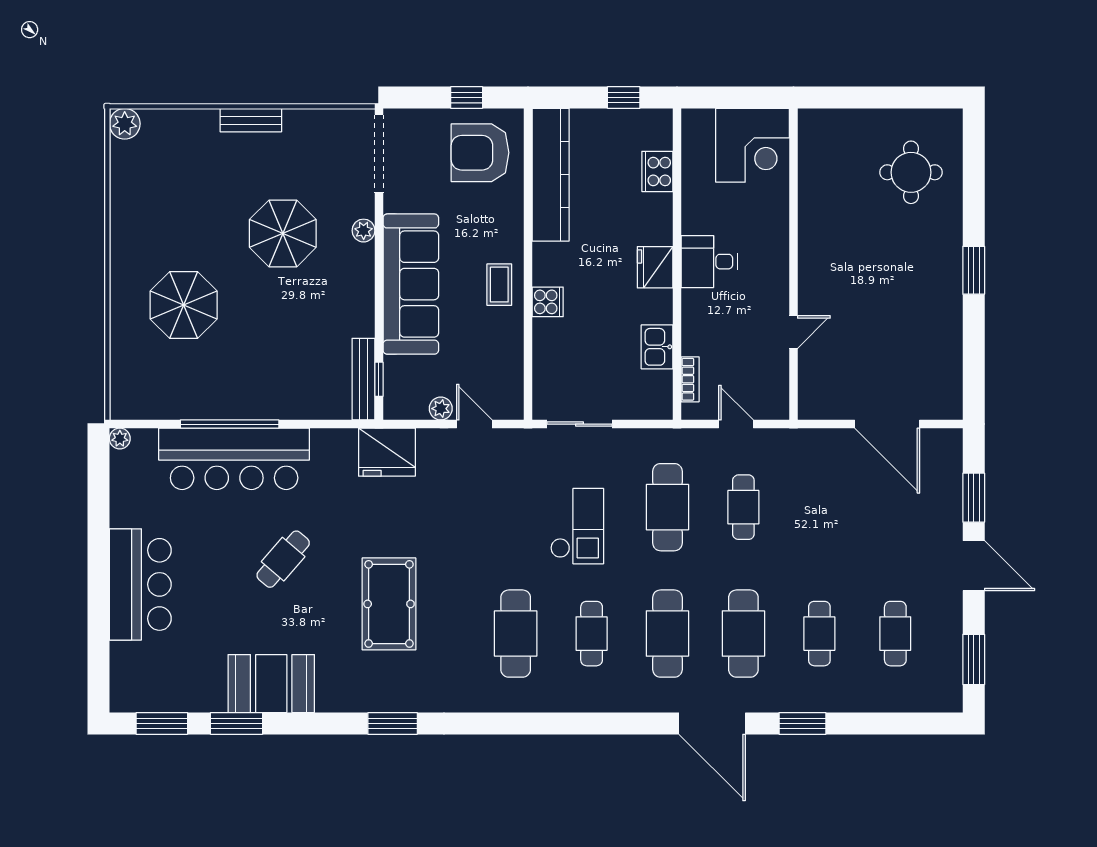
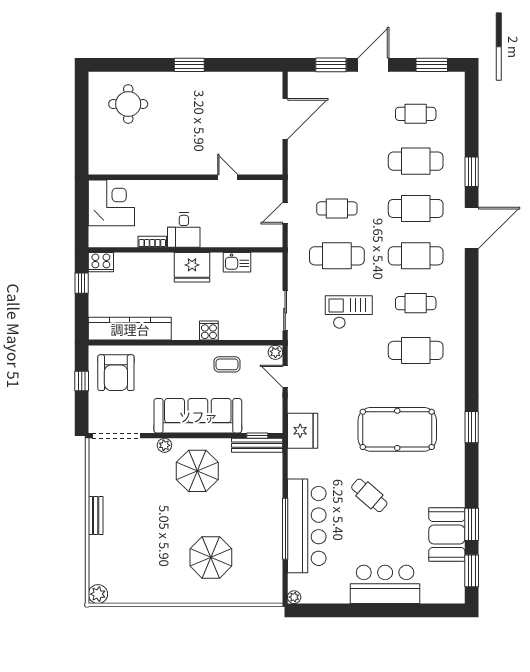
cooker: (657, 171) -> (101, 262), moved
parasol: (283, 233) -> (197, 471), moved
fridge: (655, 267) -> (192, 267), width x1.36, depth x1.34
coffee table: (499, 285) -> (227, 364), moved
bookcase: (690, 379) -> (152, 242), moved
plant: (441, 409) -> (275, 352), moved
door: (474, 424) -> (285, 376), hinge flipped
pool table: (389, 604) -> (397, 429), width x1.36, depth x1.32
cafe table: (819, 634) -> (416, 161), width x1.37, depth x1.35
booth: (271, 684) -> (447, 535), moved

